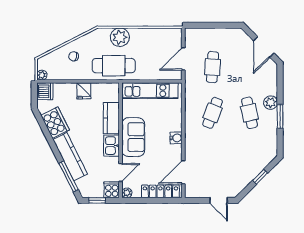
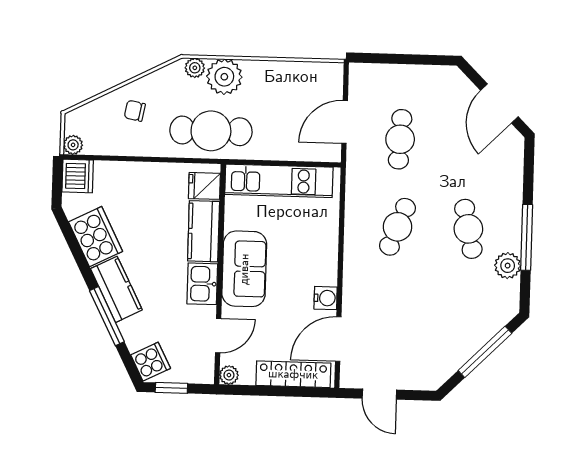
plant: (104, 33) -> (195, 68), added
fridge: (84, 91) -> (204, 186), moved, turned 90
plant: (271, 103) -> (508, 266), moved
window: (280, 116) -> (527, 237), width x1.44
water cooler: (176, 138) -> (326, 298), moved
kitchen counter: (70, 157) -> (116, 289), width x0.67
window: (69, 176) -> (107, 316), moved
window: (260, 177) -> (485, 352), width x2.17
cooker: (112, 190) -> (151, 362), moved, turned 63
door: (219, 200) -> (379, 394), moved

